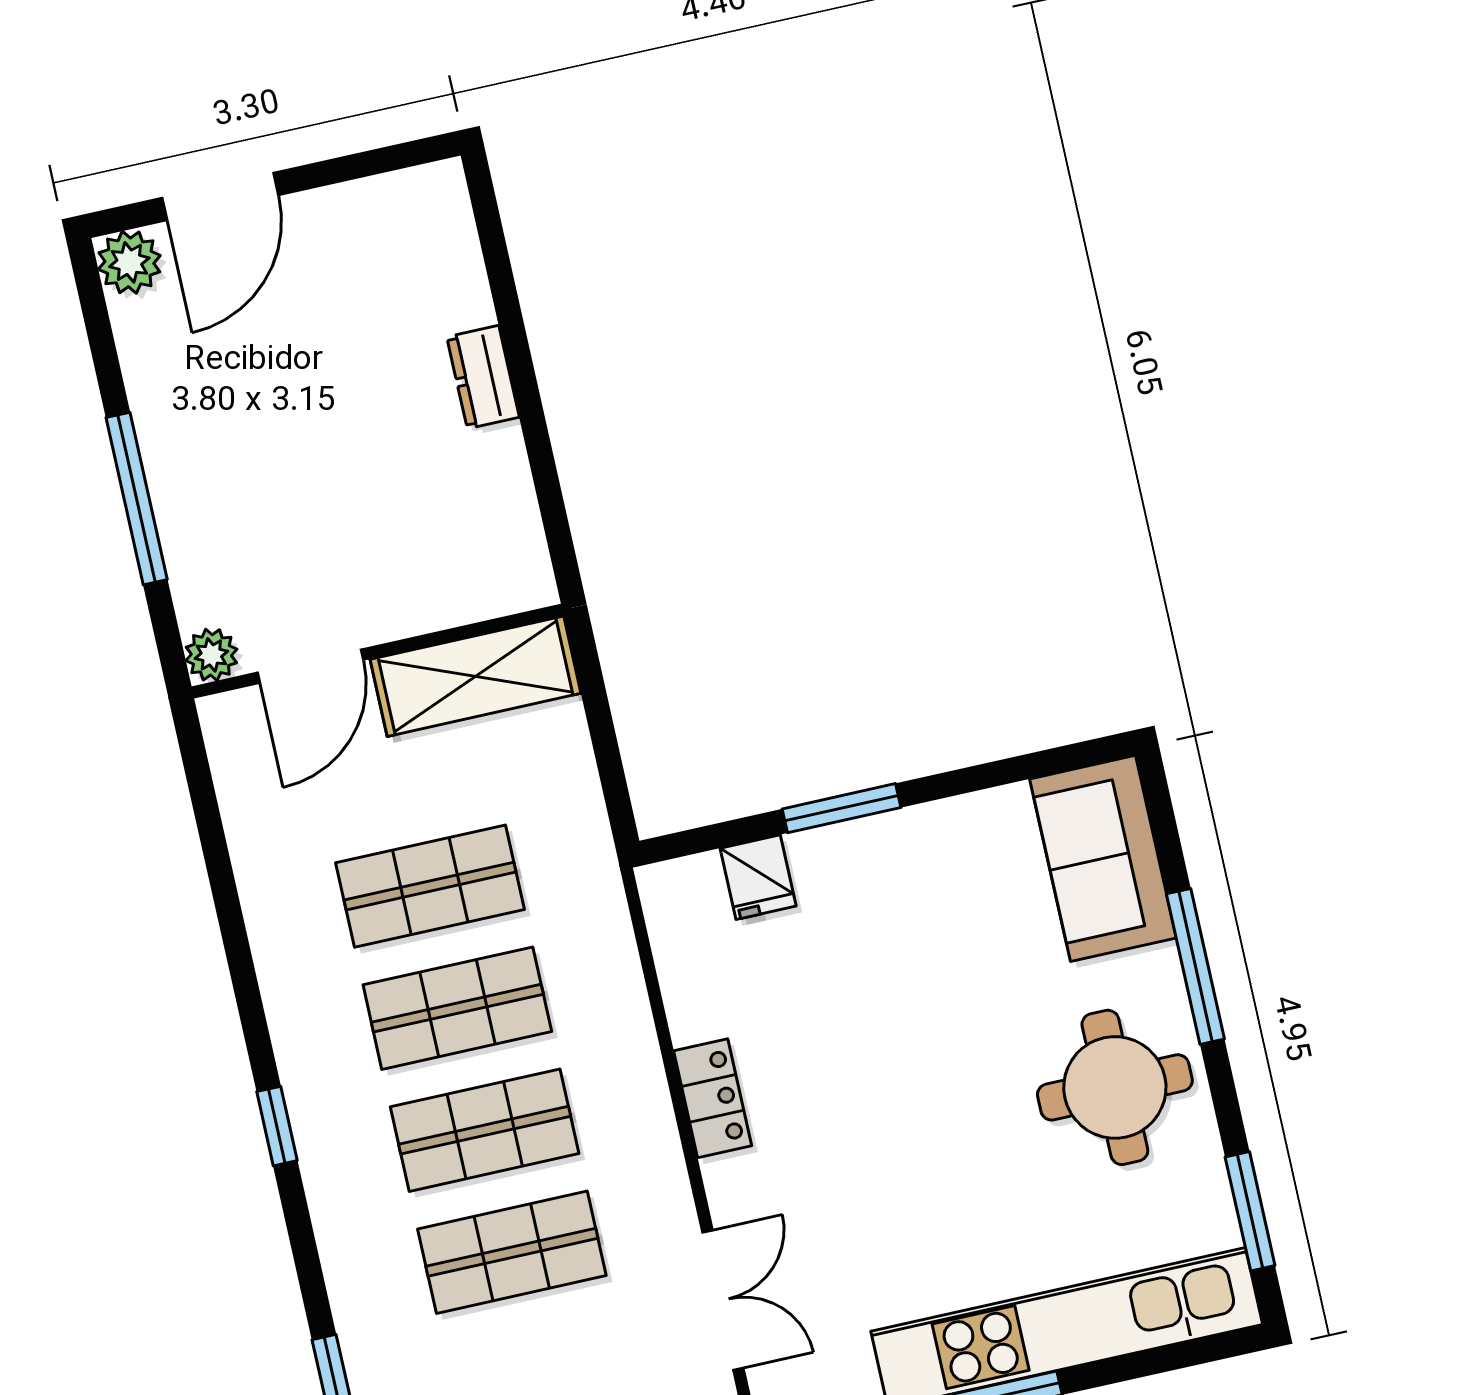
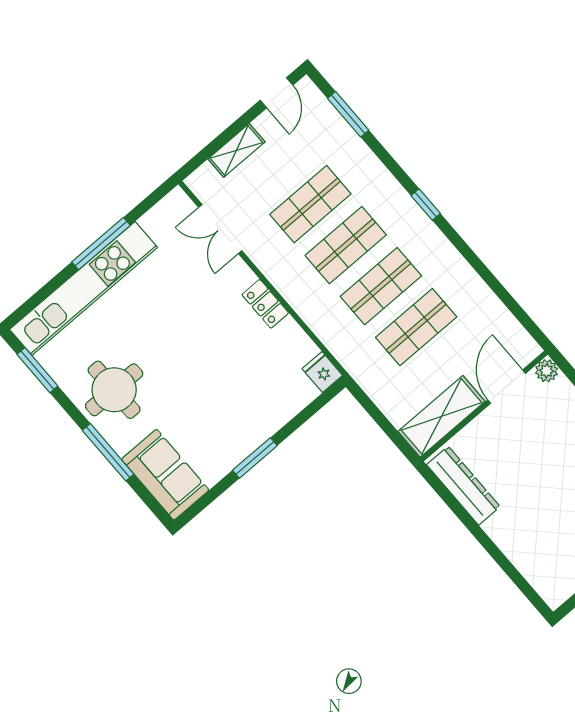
dresser: (483, 377) -> (463, 486), moved, width x1.96, depth x1.24
window: (842, 808) -> (255, 458), moved
fridge: (758, 877) -> (322, 372), moved

